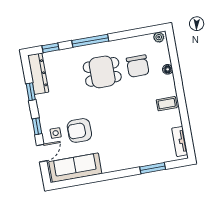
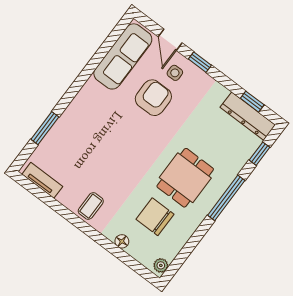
window: (31, 92) -> (252, 102), moved

